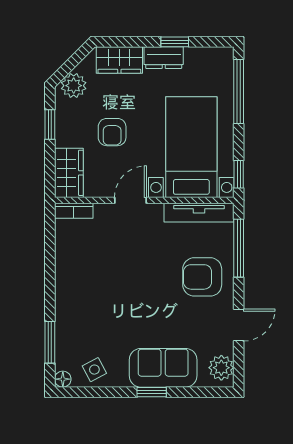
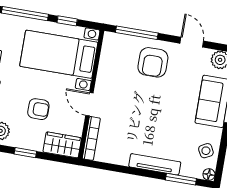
window: (239, 174) -> (67, 21), moved
bookcase: (74, 211) -> (91, 138), width x1.56
tv unit: (199, 213) -> (155, 164), moved, turned -90

